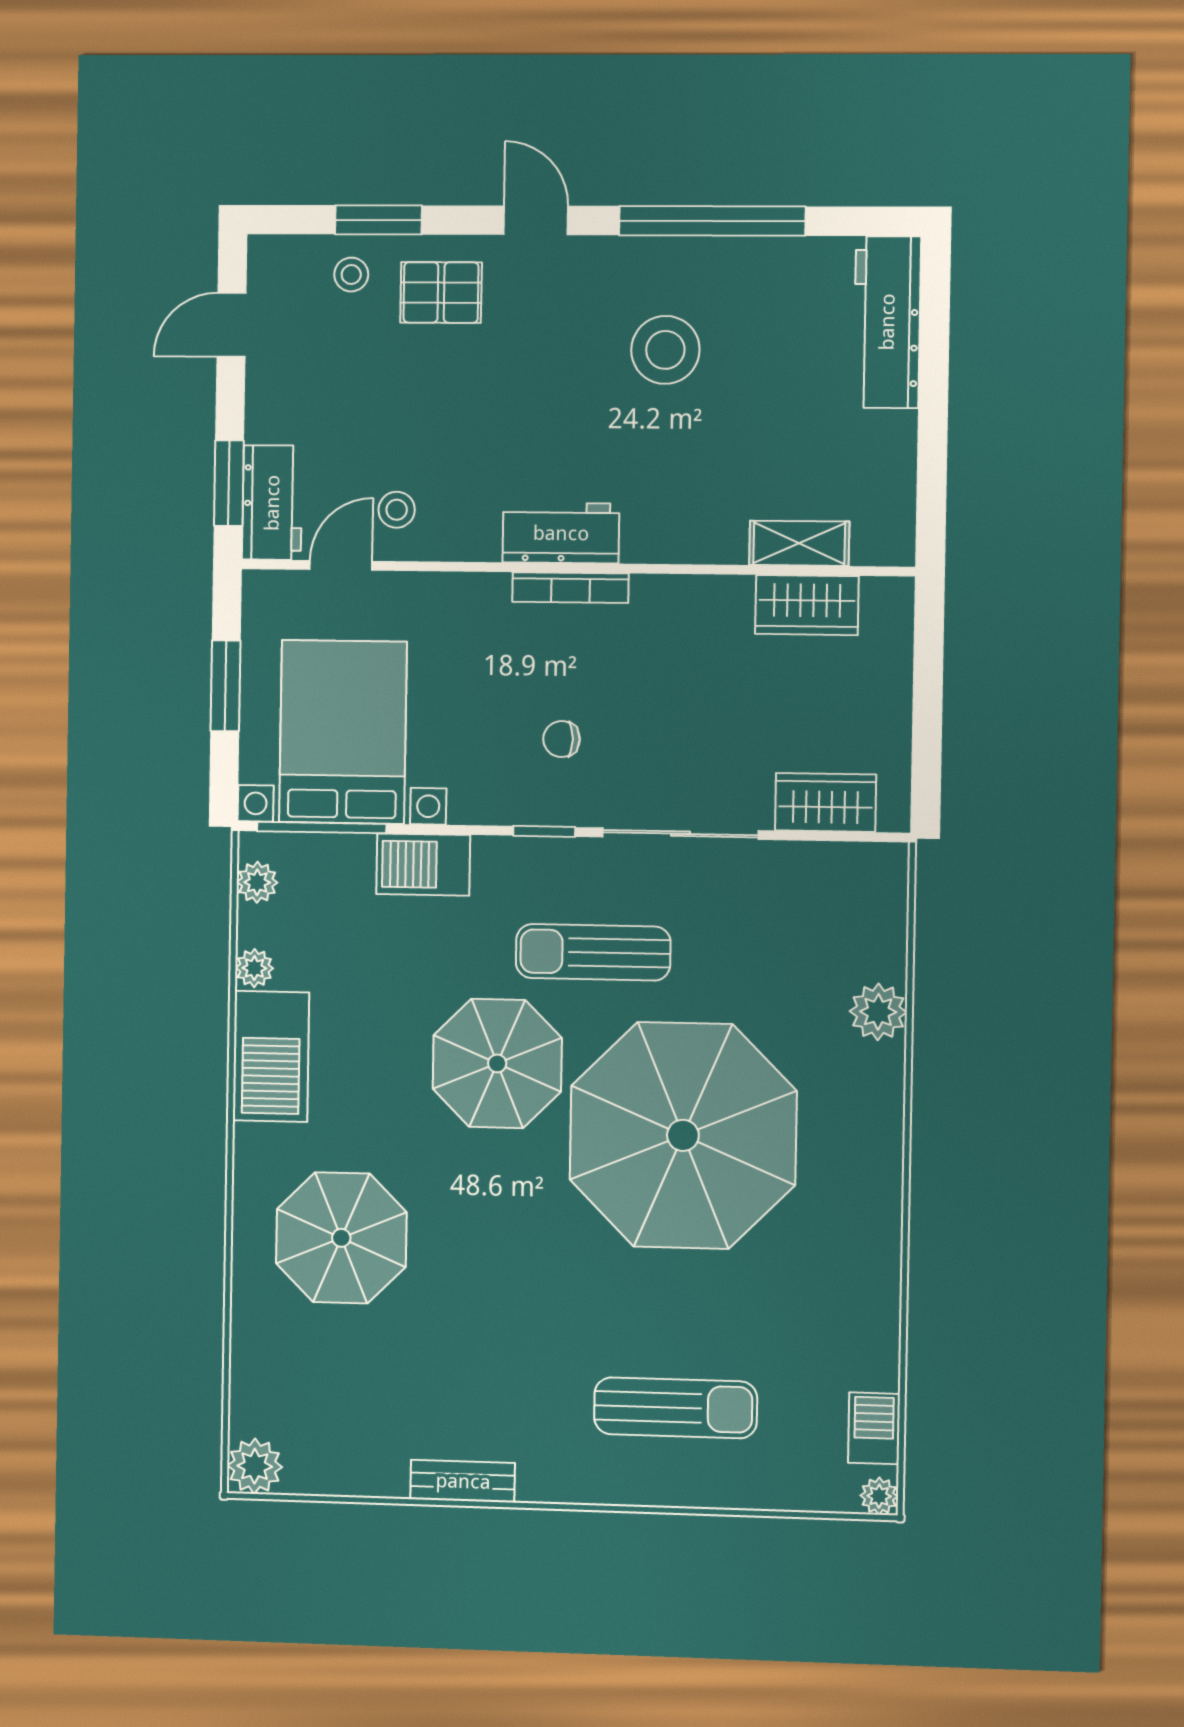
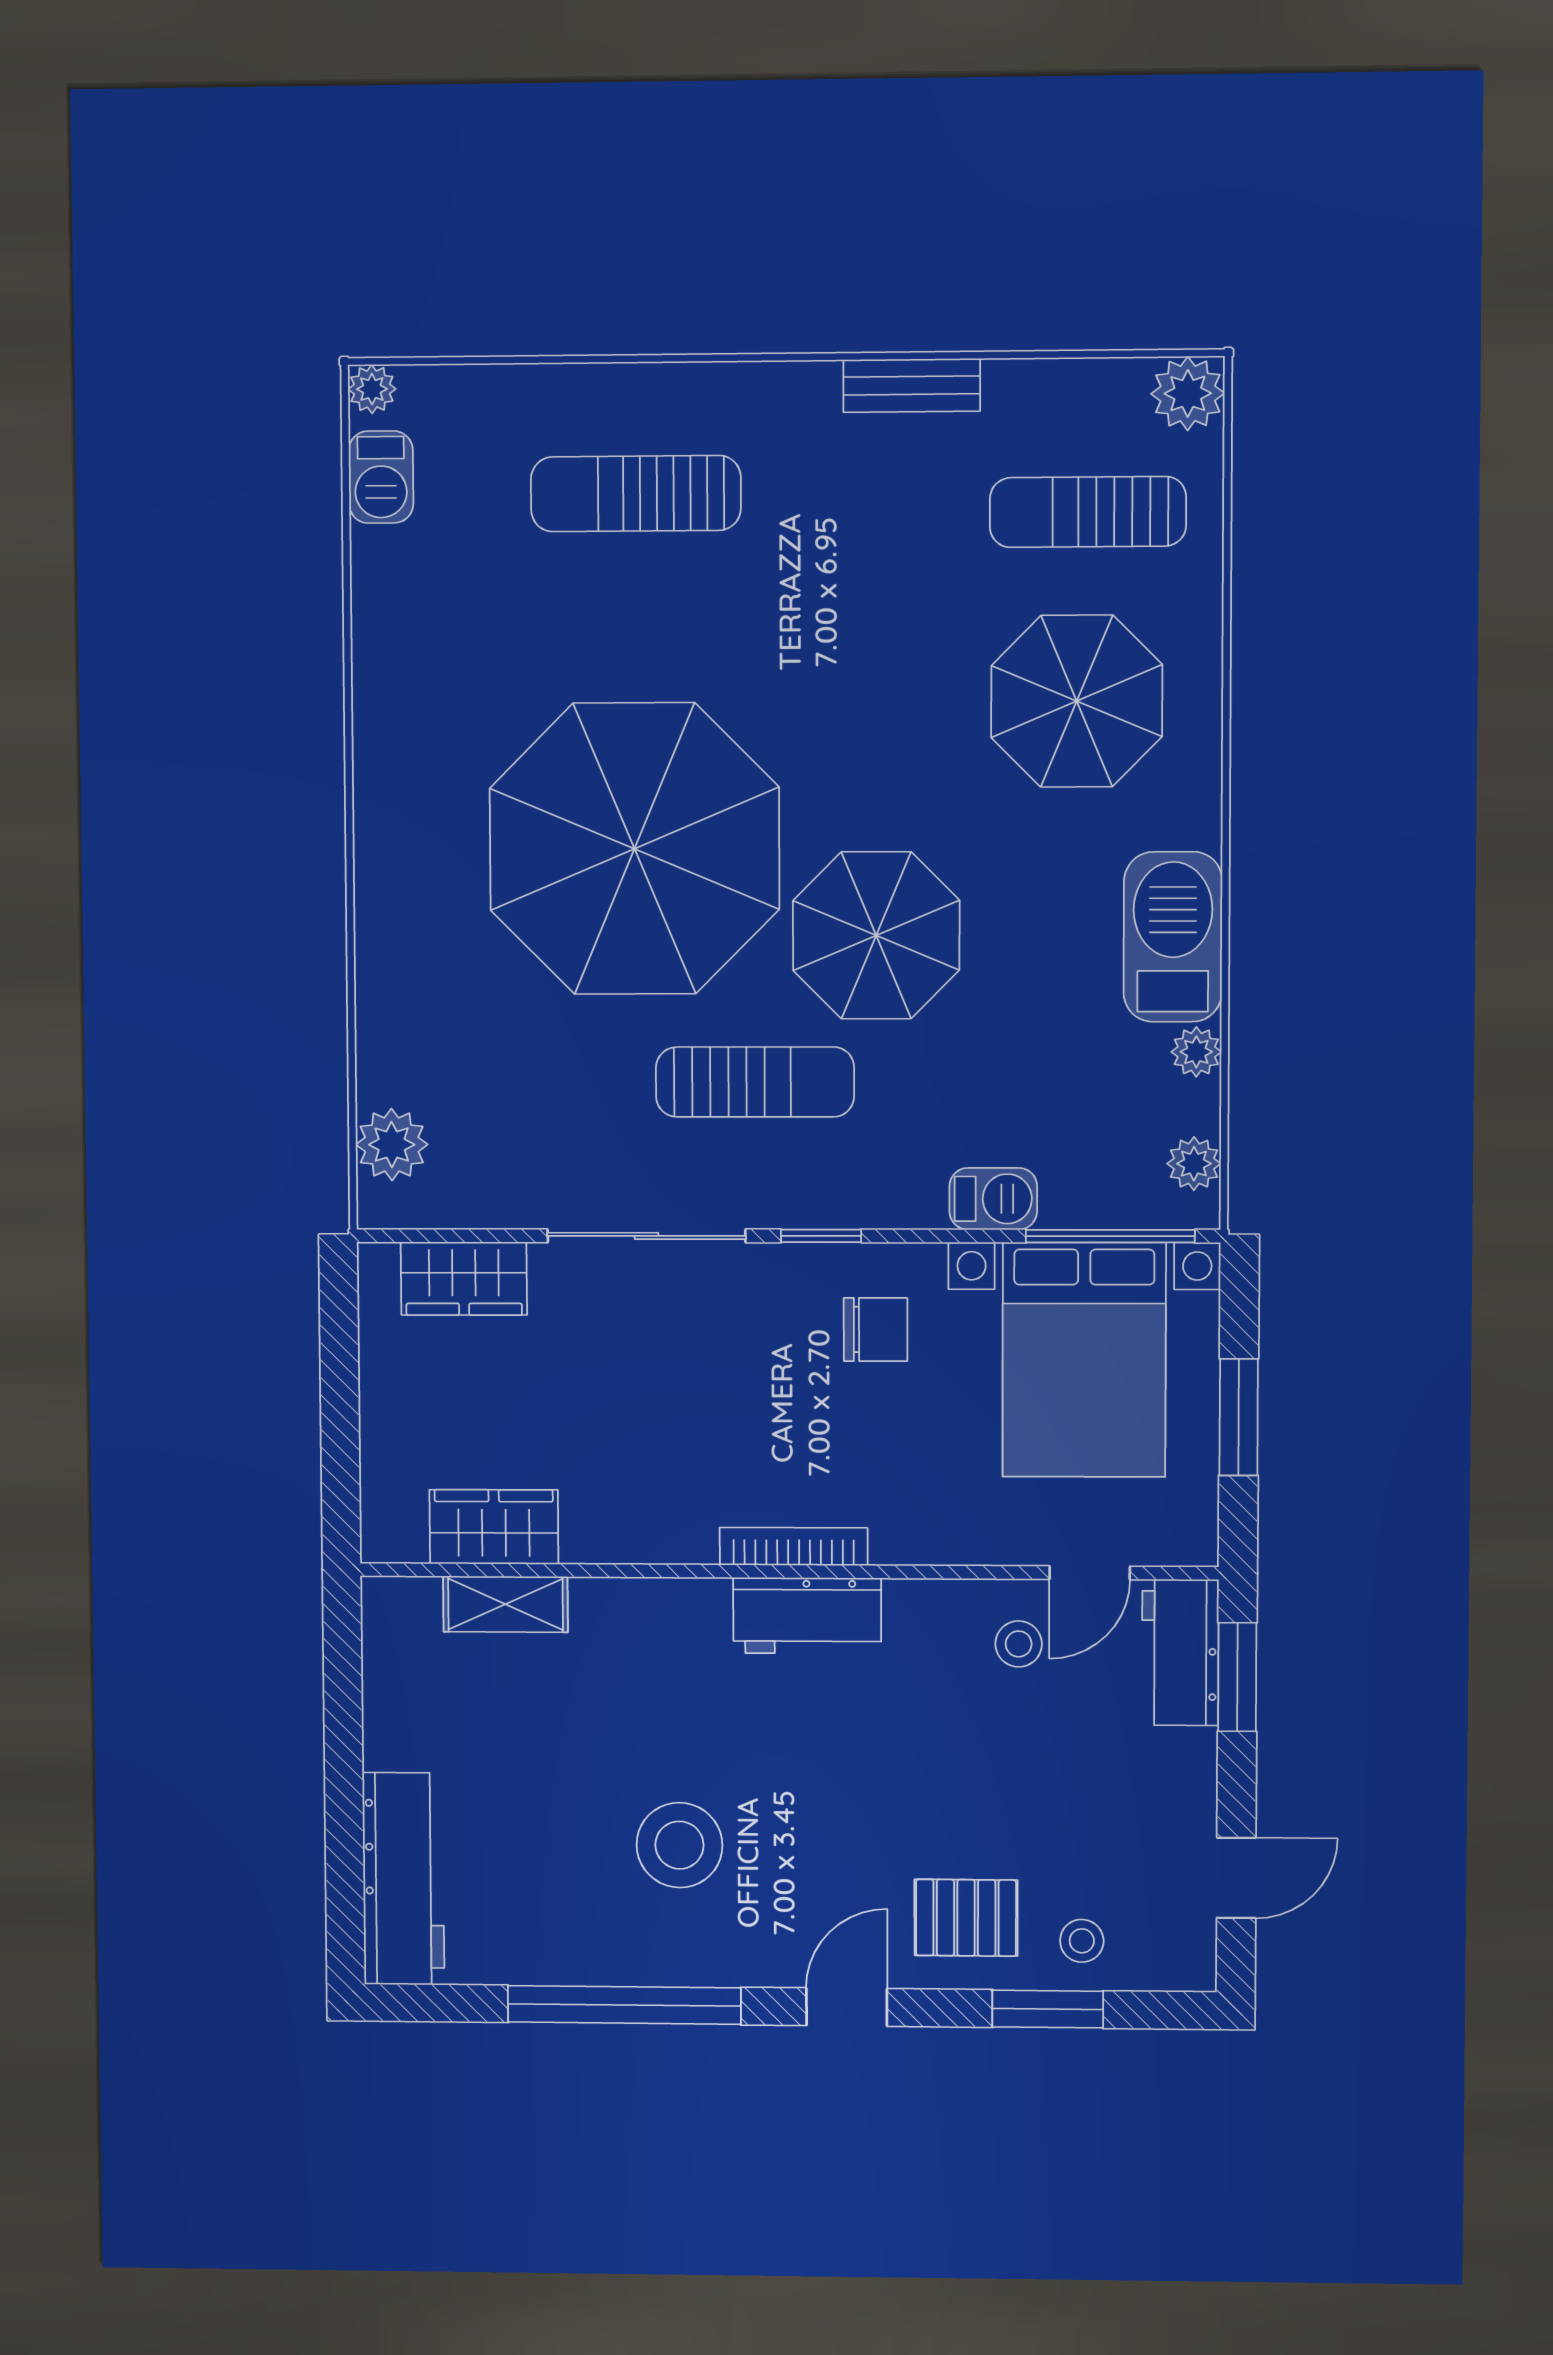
door: (536, 220) -> (847, 2007), swing flipped
chair: (561, 739) -> (876, 1329), moved, width x1.37, depth x1.37
barbecue: (423, 865) -> (993, 1199), width x0.73, depth x0.79
plant: (878, 1012) -> (392, 1145), moved
sun lounger: (331, 1380) -> (1088, 512), added

